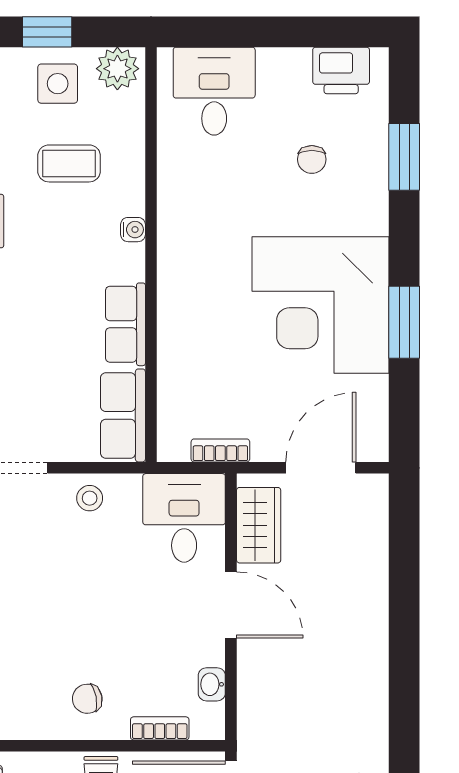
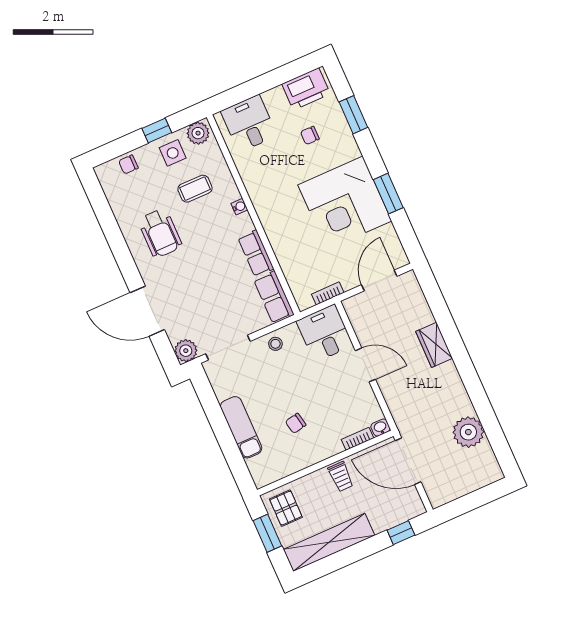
printer: (341, 70) -> (306, 89), width x1.37, depth x1.19
chair: (312, 159) -> (310, 135), turned 90
wardrobe: (259, 525) -> (434, 345), moved, turned 180
washbasin: (212, 684) -> (380, 428), moved, turned 90
chair: (87, 699) -> (296, 423), moved

